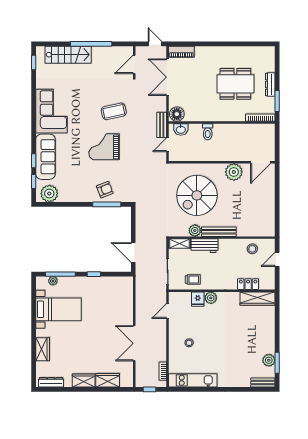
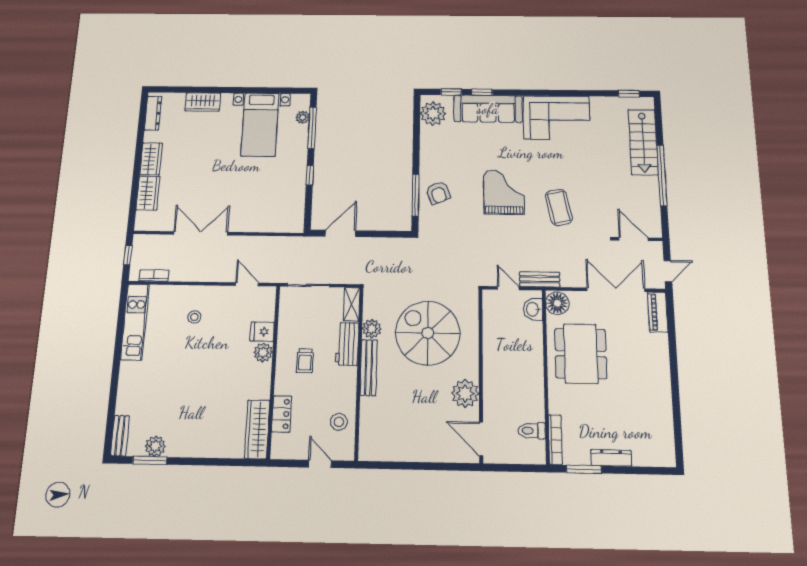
dining table: (235, 84) -> (581, 354), moved
toilet: (208, 132) -> (532, 431), moved
trolley: (193, 279) -> (305, 361), moved

